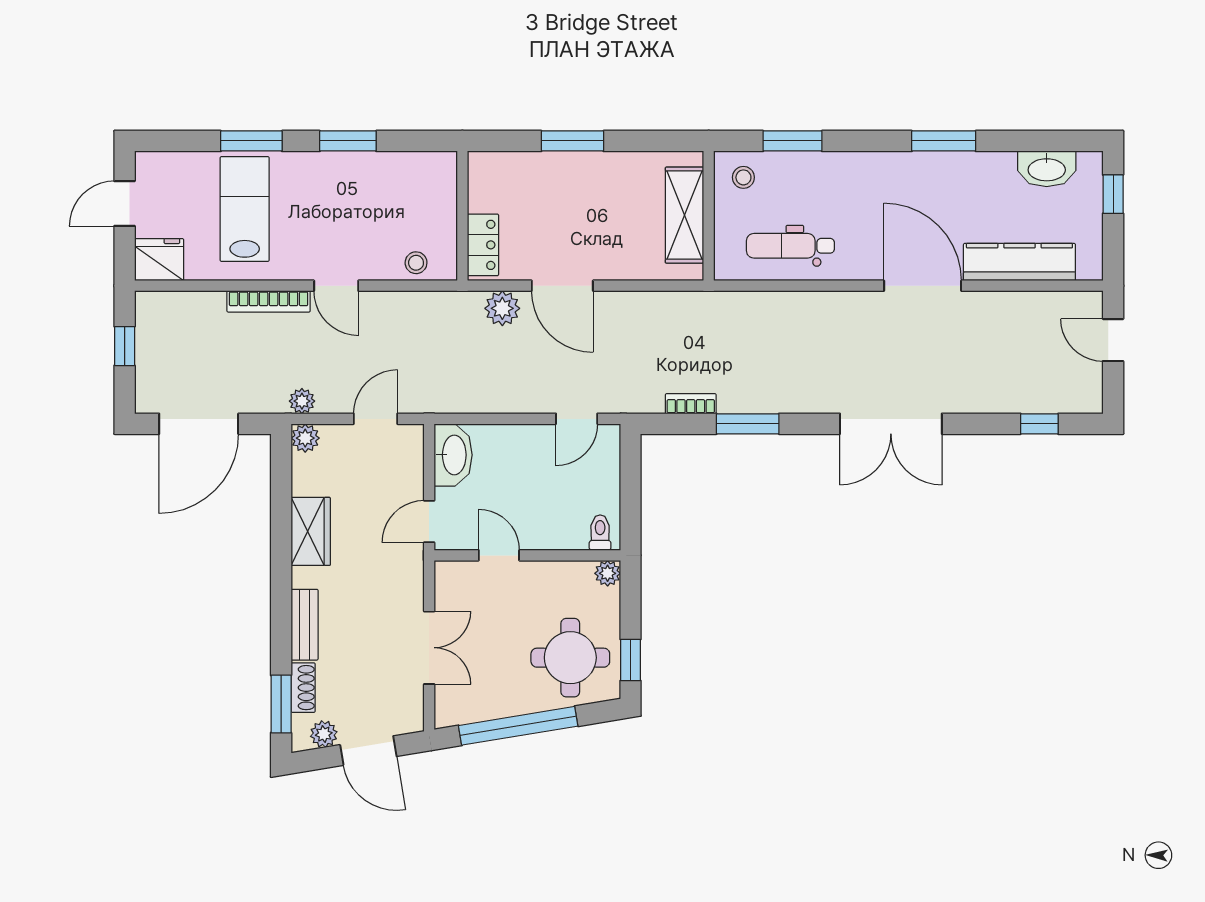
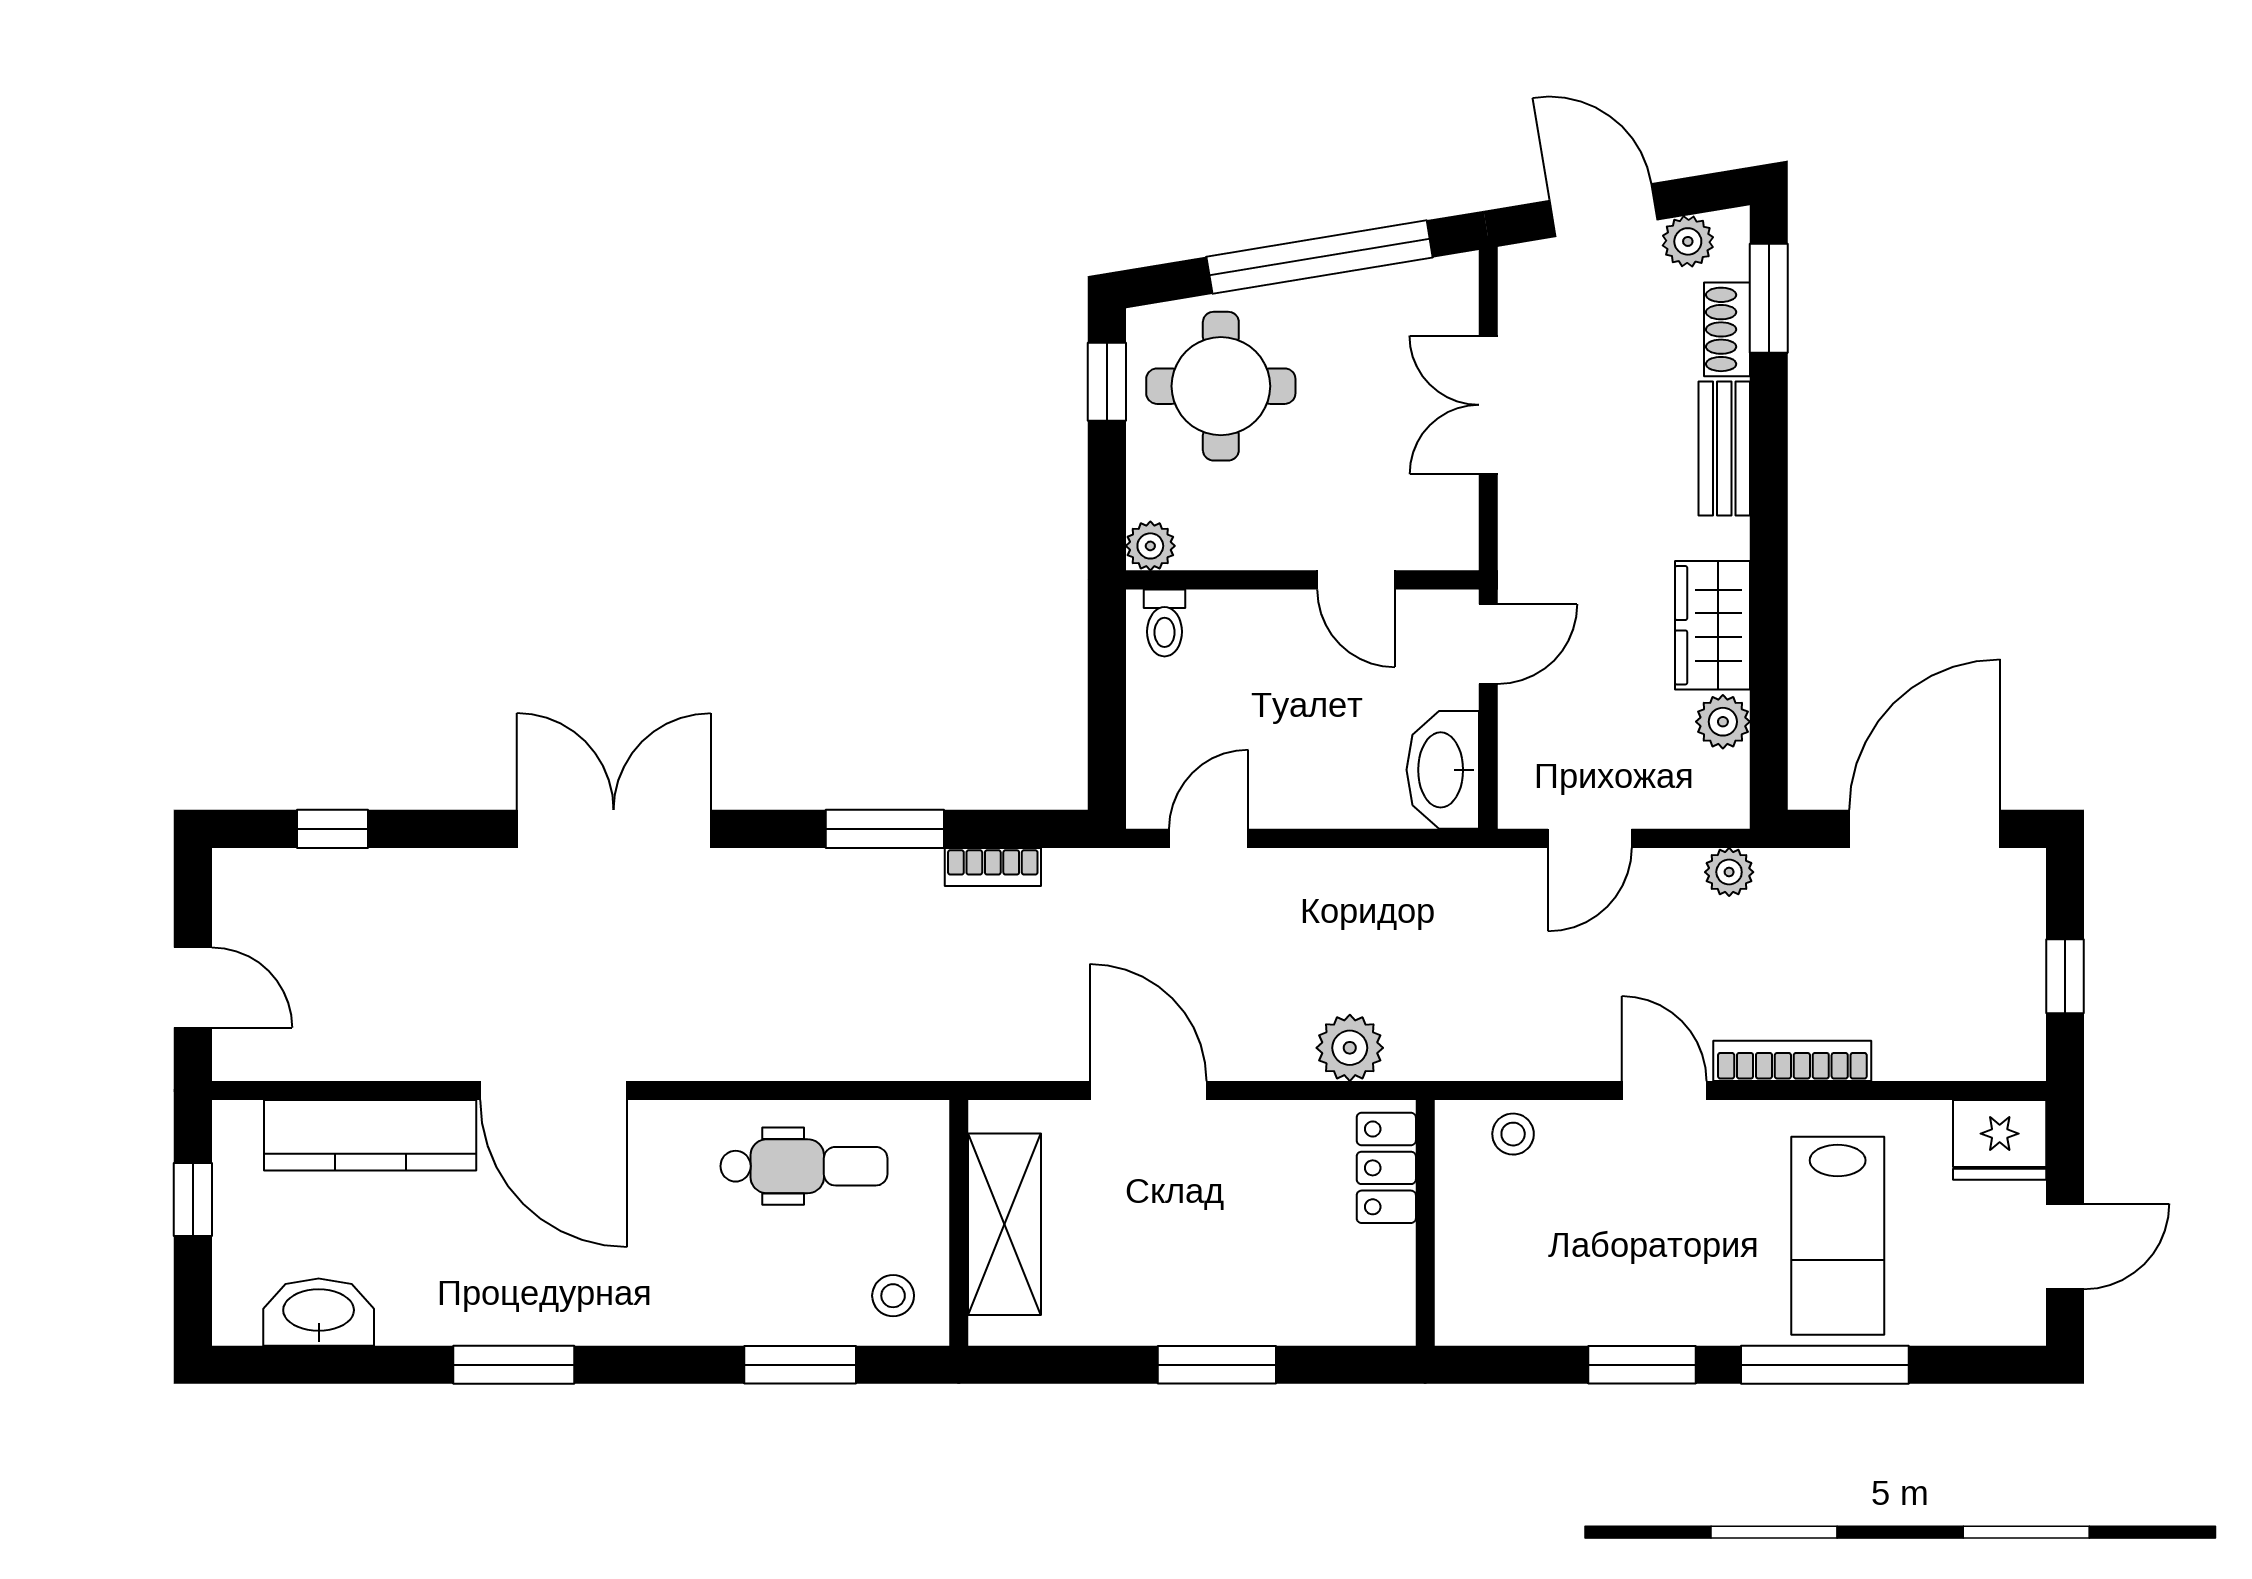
window: (251, 141) -> (1825, 1365), width x1.44
window: (1113, 194) -> (193, 1200), moved
door: (562, 286) -> (1148, 1091), moved
plant: (305, 438) -> (1723, 722), moved

